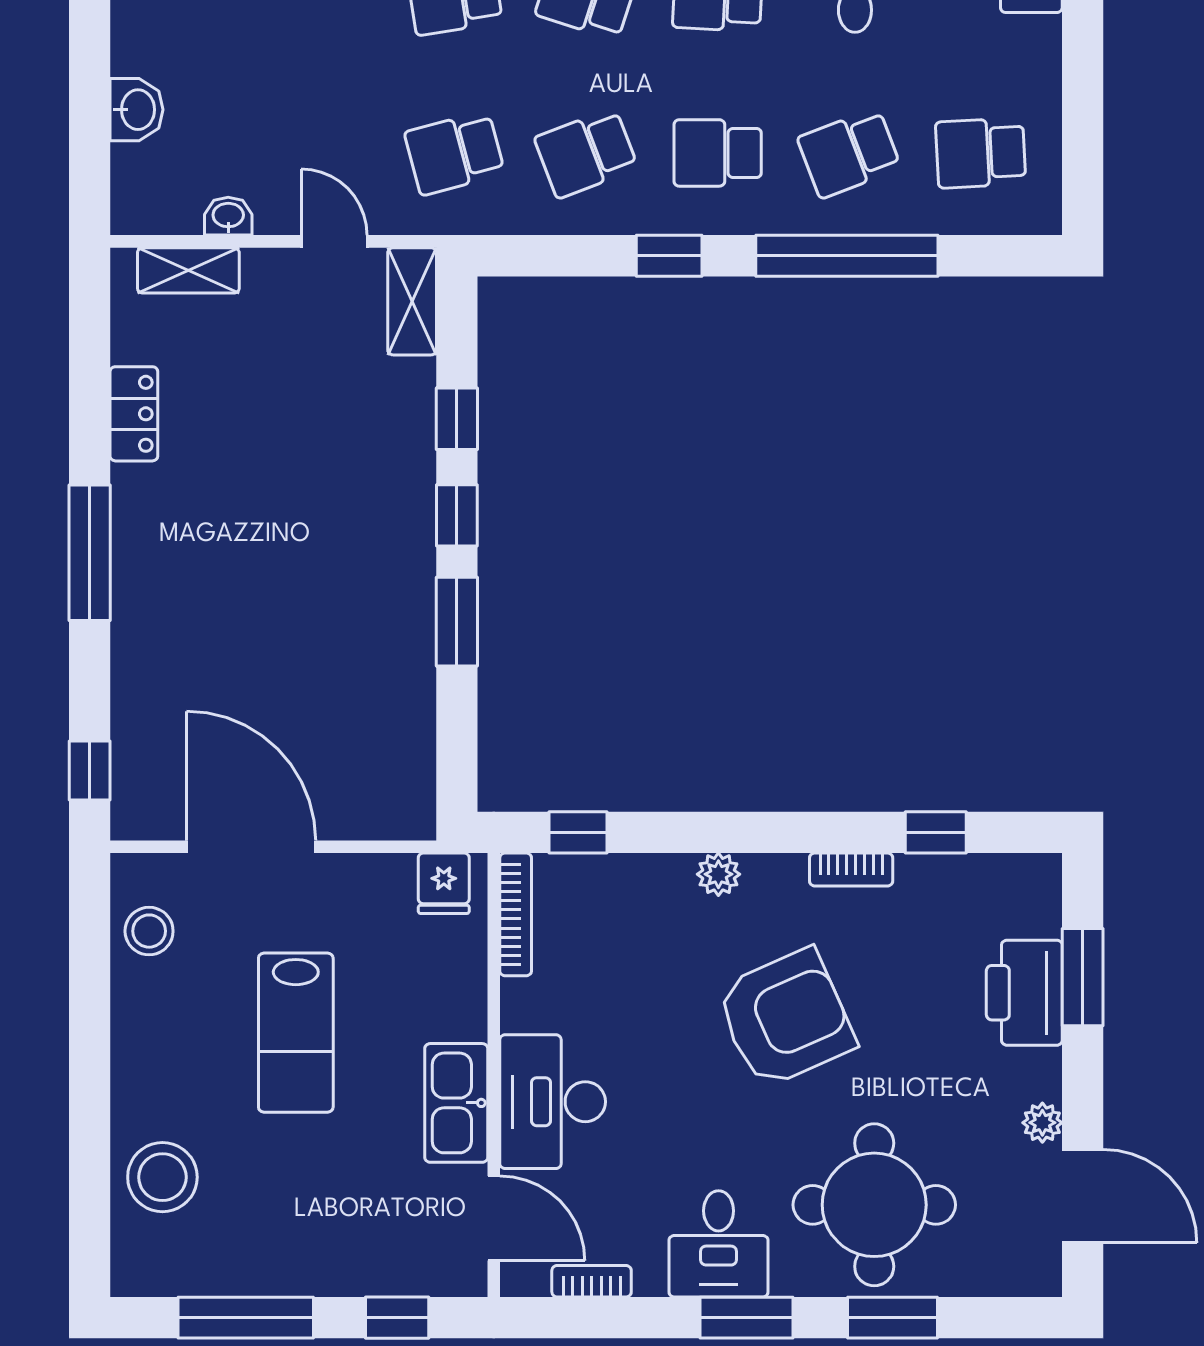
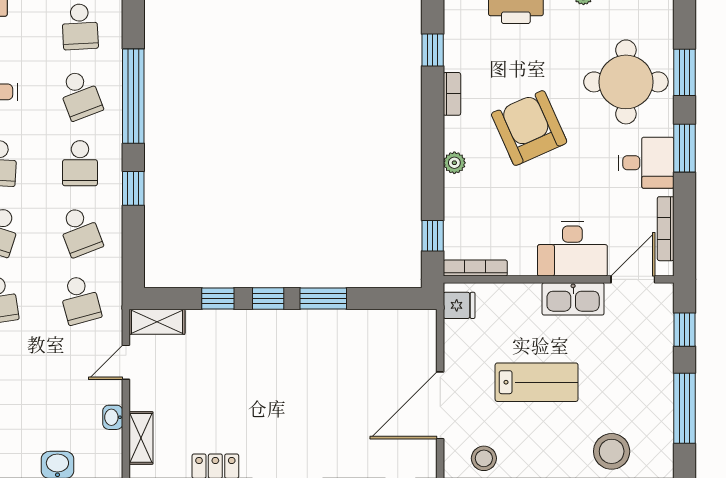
bookcase: (592, 1281) -> (666, 229), width x1.56

